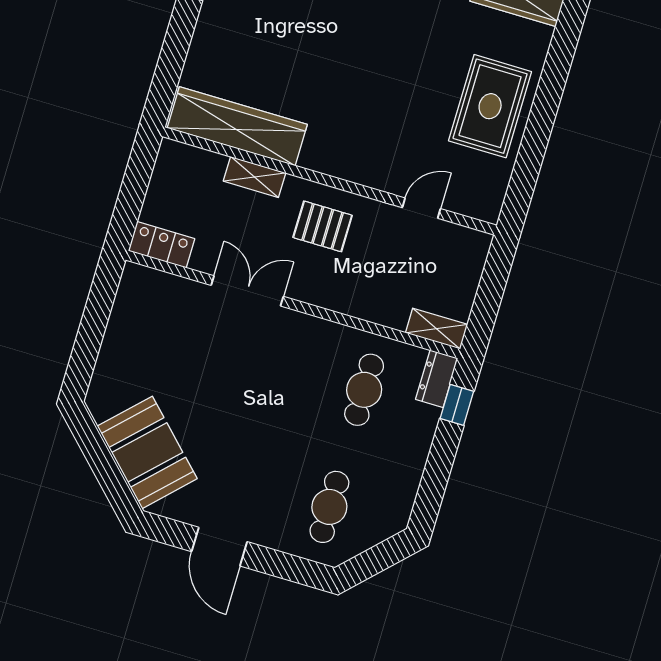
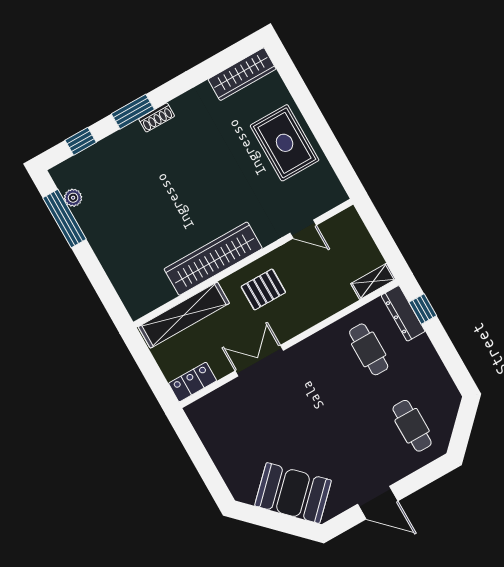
wardrobe: (237, 126) -> (213, 259), moved
shelving: (255, 177) -> (184, 315), width x2.20, depth x1.33
door: (421, 208) -> (303, 229), swing flipped
dresser: (437, 379) -> (403, 313), width x1.44

